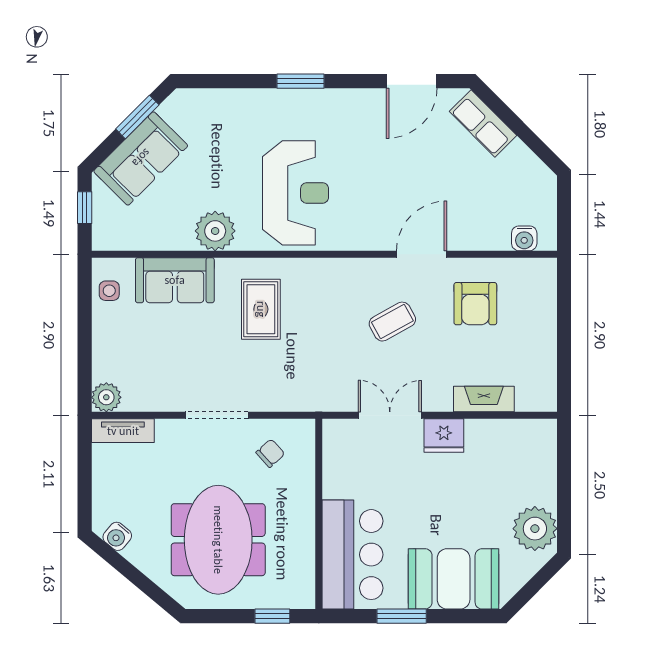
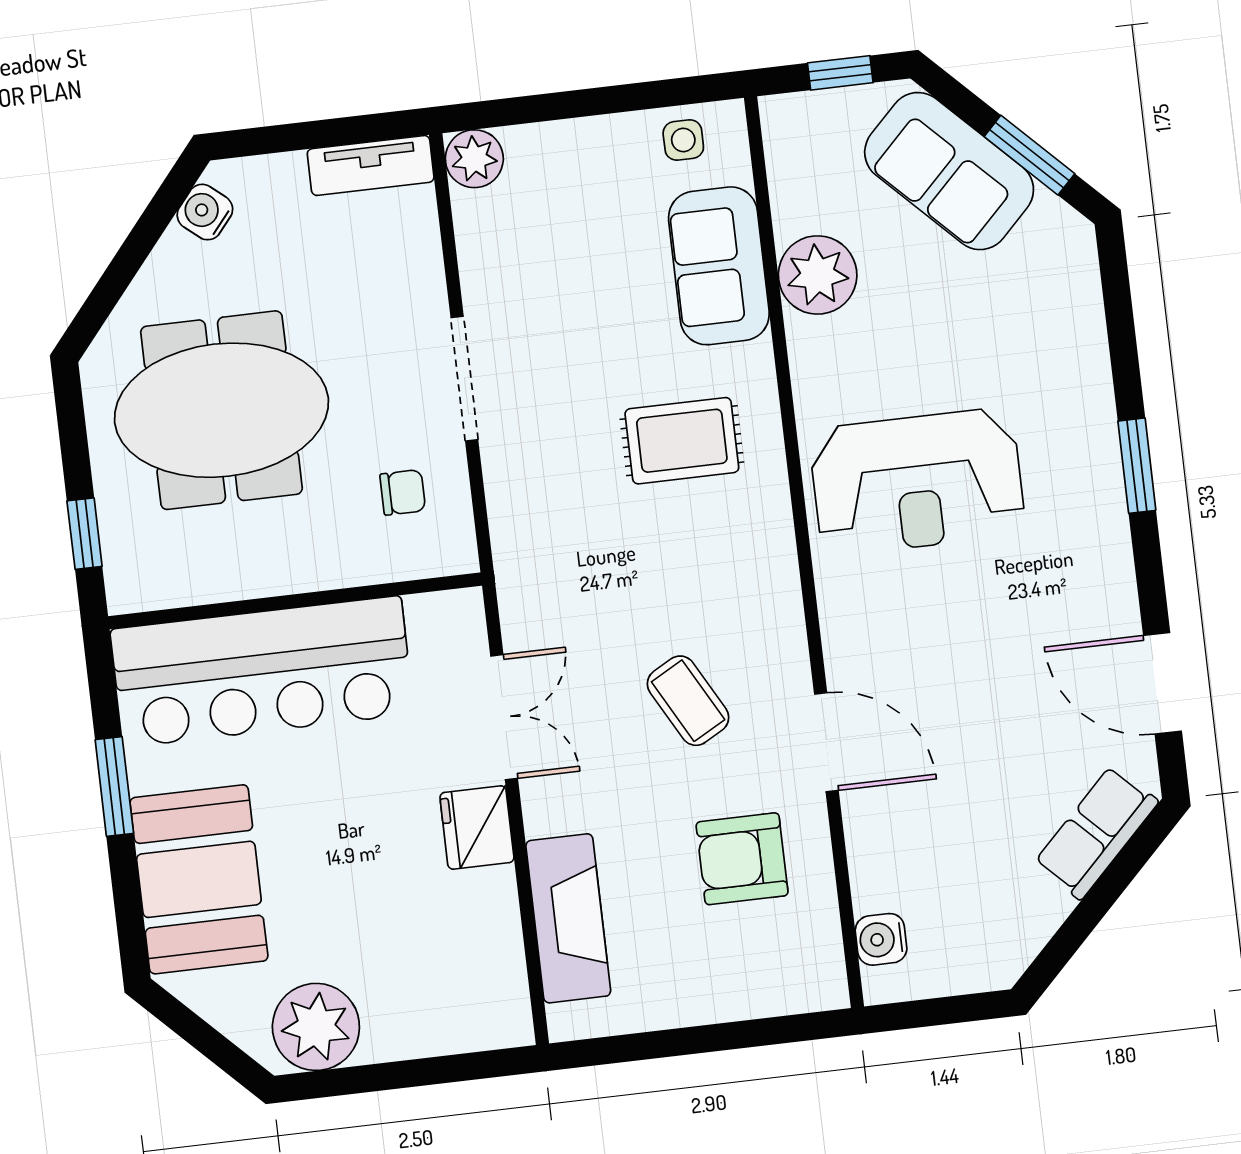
plant: (215, 231) -> (818, 275), moved
fireplace: (484, 399) -> (568, 918), width x1.37, depth x1.32
tv unit: (123, 431) -> (371, 165), moved, turned -90
chair: (270, 453) -> (403, 492), turned -48
bar counter: (352, 555) -> (262, 672), width x1.36

